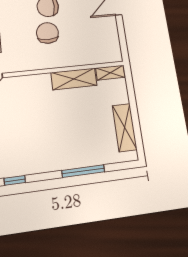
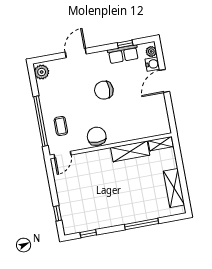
chair: (47, 33) -> (97, 136), moved

